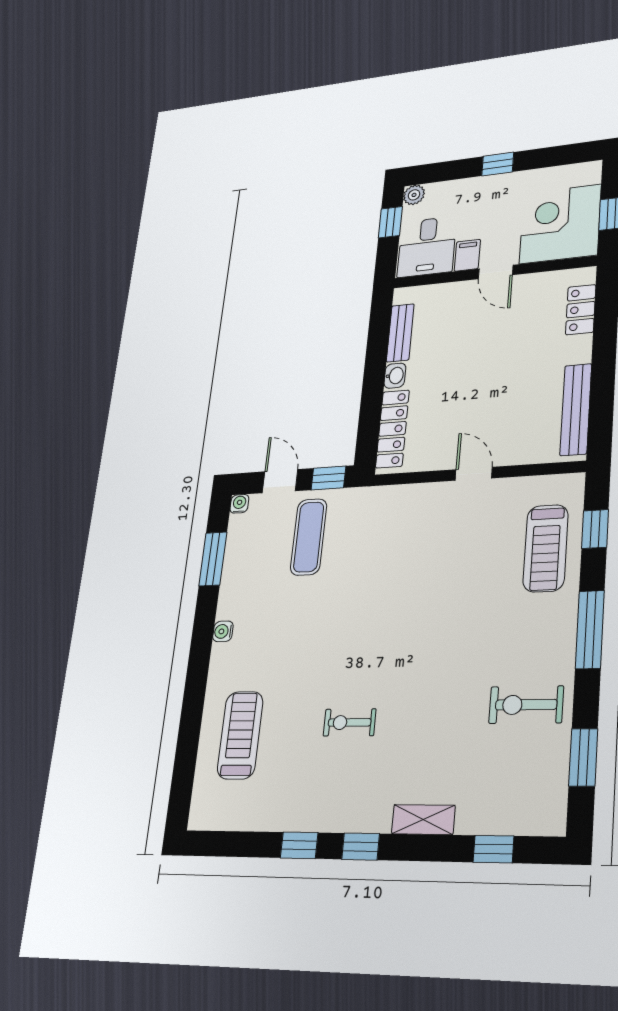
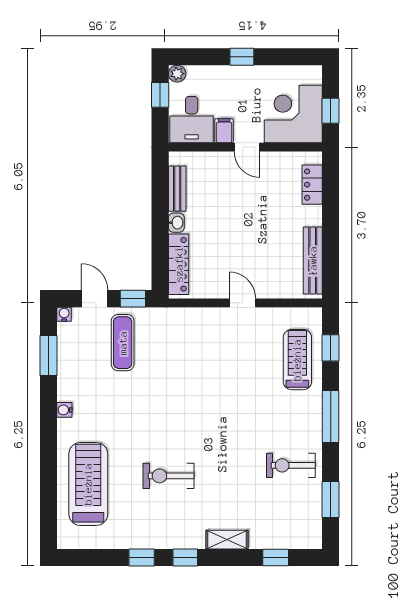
treadmill: (546, 548) -> (297, 360), turned 180
exercise bike: (350, 722) -> (169, 476), width x1.38, depth x1.39
treadmill: (240, 735) -> (88, 484), width x1.37, depth x1.38

